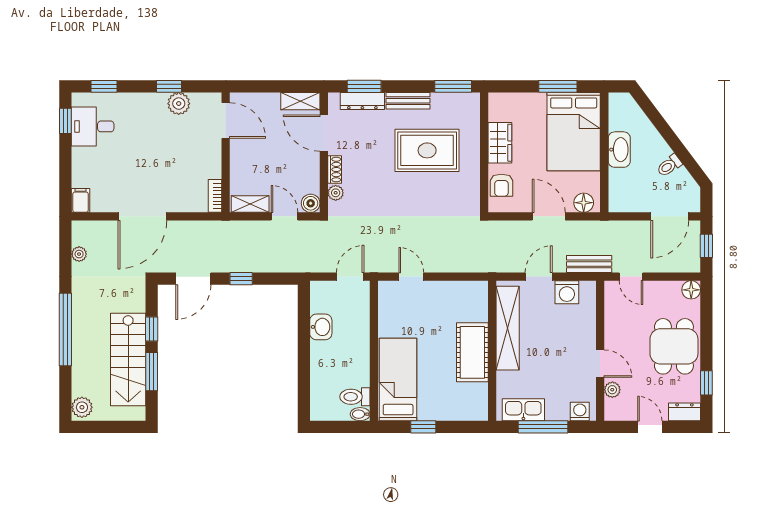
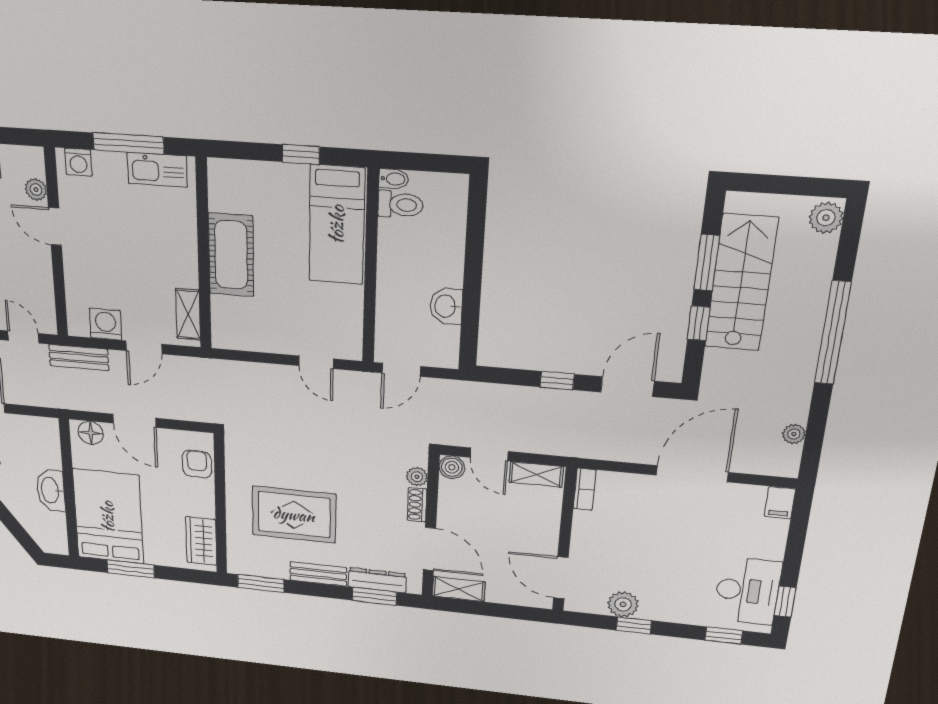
desk: (93, 126) -> (747, 591), width x1.37
wardrobe: (500, 143) -> (201, 541), moved
shelving: (508, 328) -> (188, 314), width x0.45, depth x0.75

